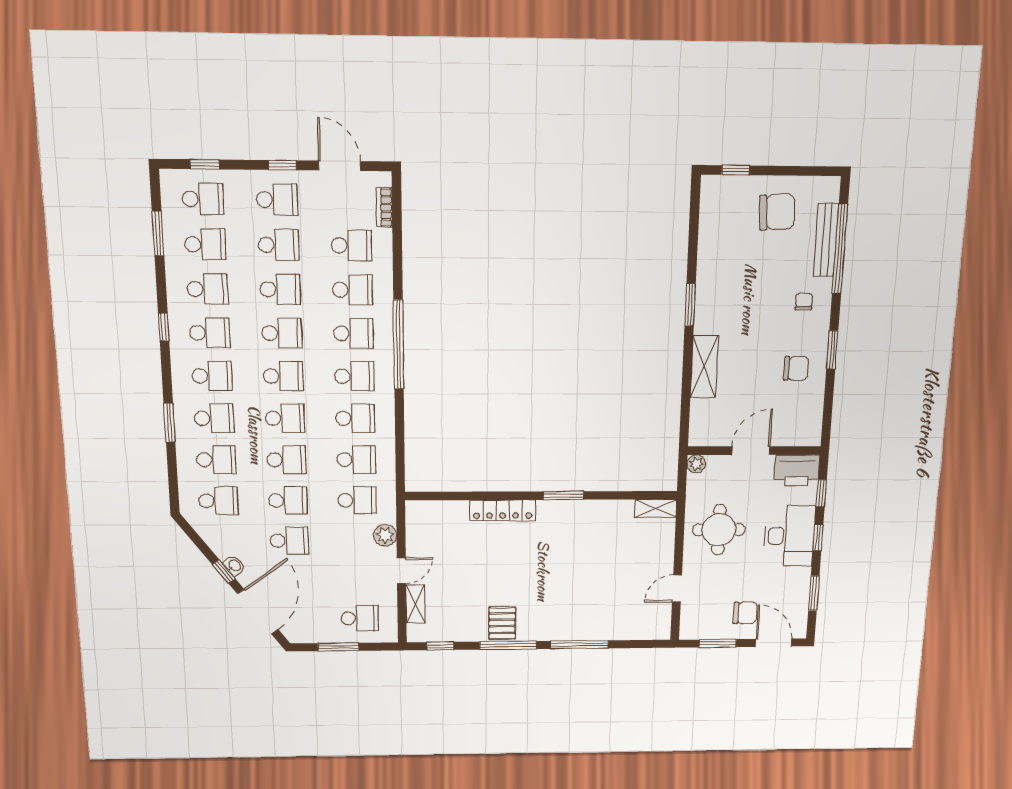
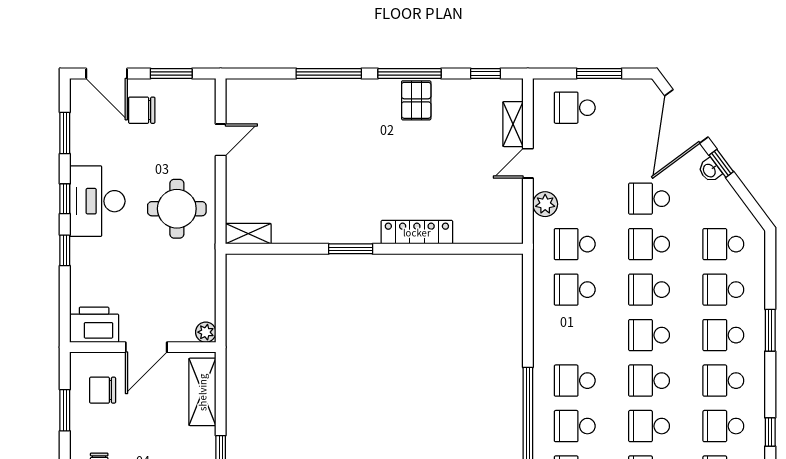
school desk: (355, 418) -> (575, 335), removed
door: (751, 451) -> (146, 347), moved
wall: (754, 451) -> (143, 347), moved
plant: (696, 464) -> (206, 332), moved
printer: (797, 470) -> (94, 325), moved

